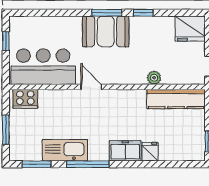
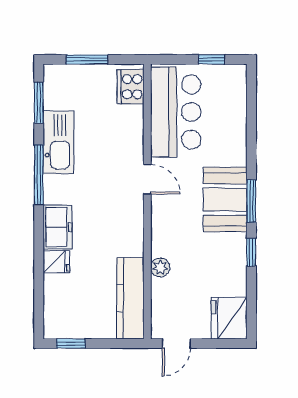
door: (91, 87) -> (147, 179), hinge flipped

